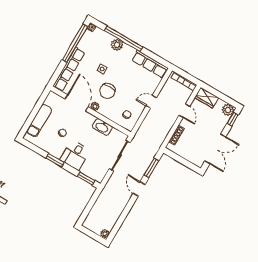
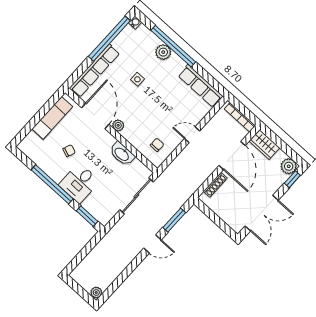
chair: (107, 91) -> (138, 109), removed
door: (184, 111) -> (232, 156), width x1.88
exam couch: (39, 121) -> (52, 118), moved
window: (55, 160) -> (52, 184), width x2.11
door: (139, 189) -> (153, 244), swing flipped

